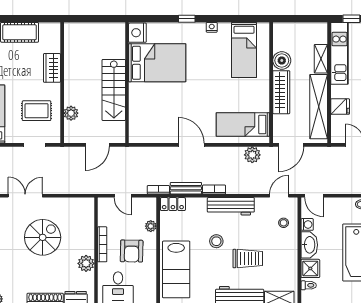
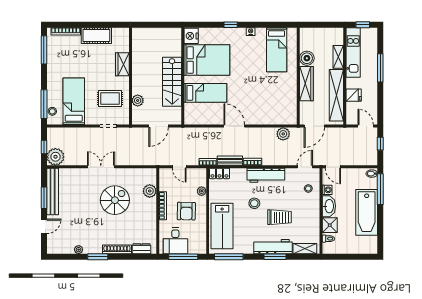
bed: (243, 124) -> (205, 93), moved, turned 180
plant: (86, 263) -> (150, 191), moved

